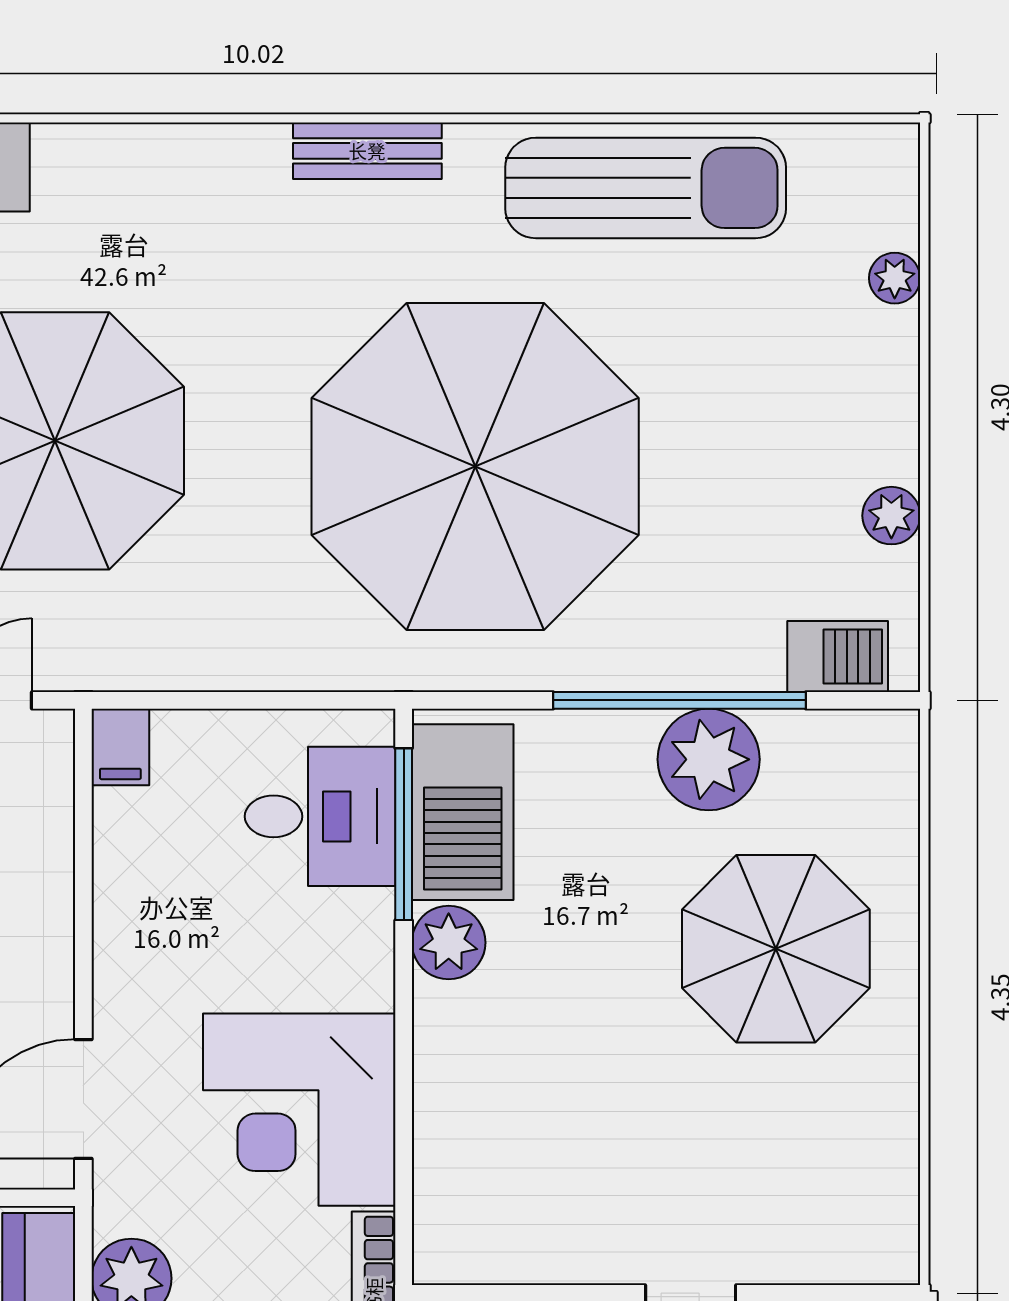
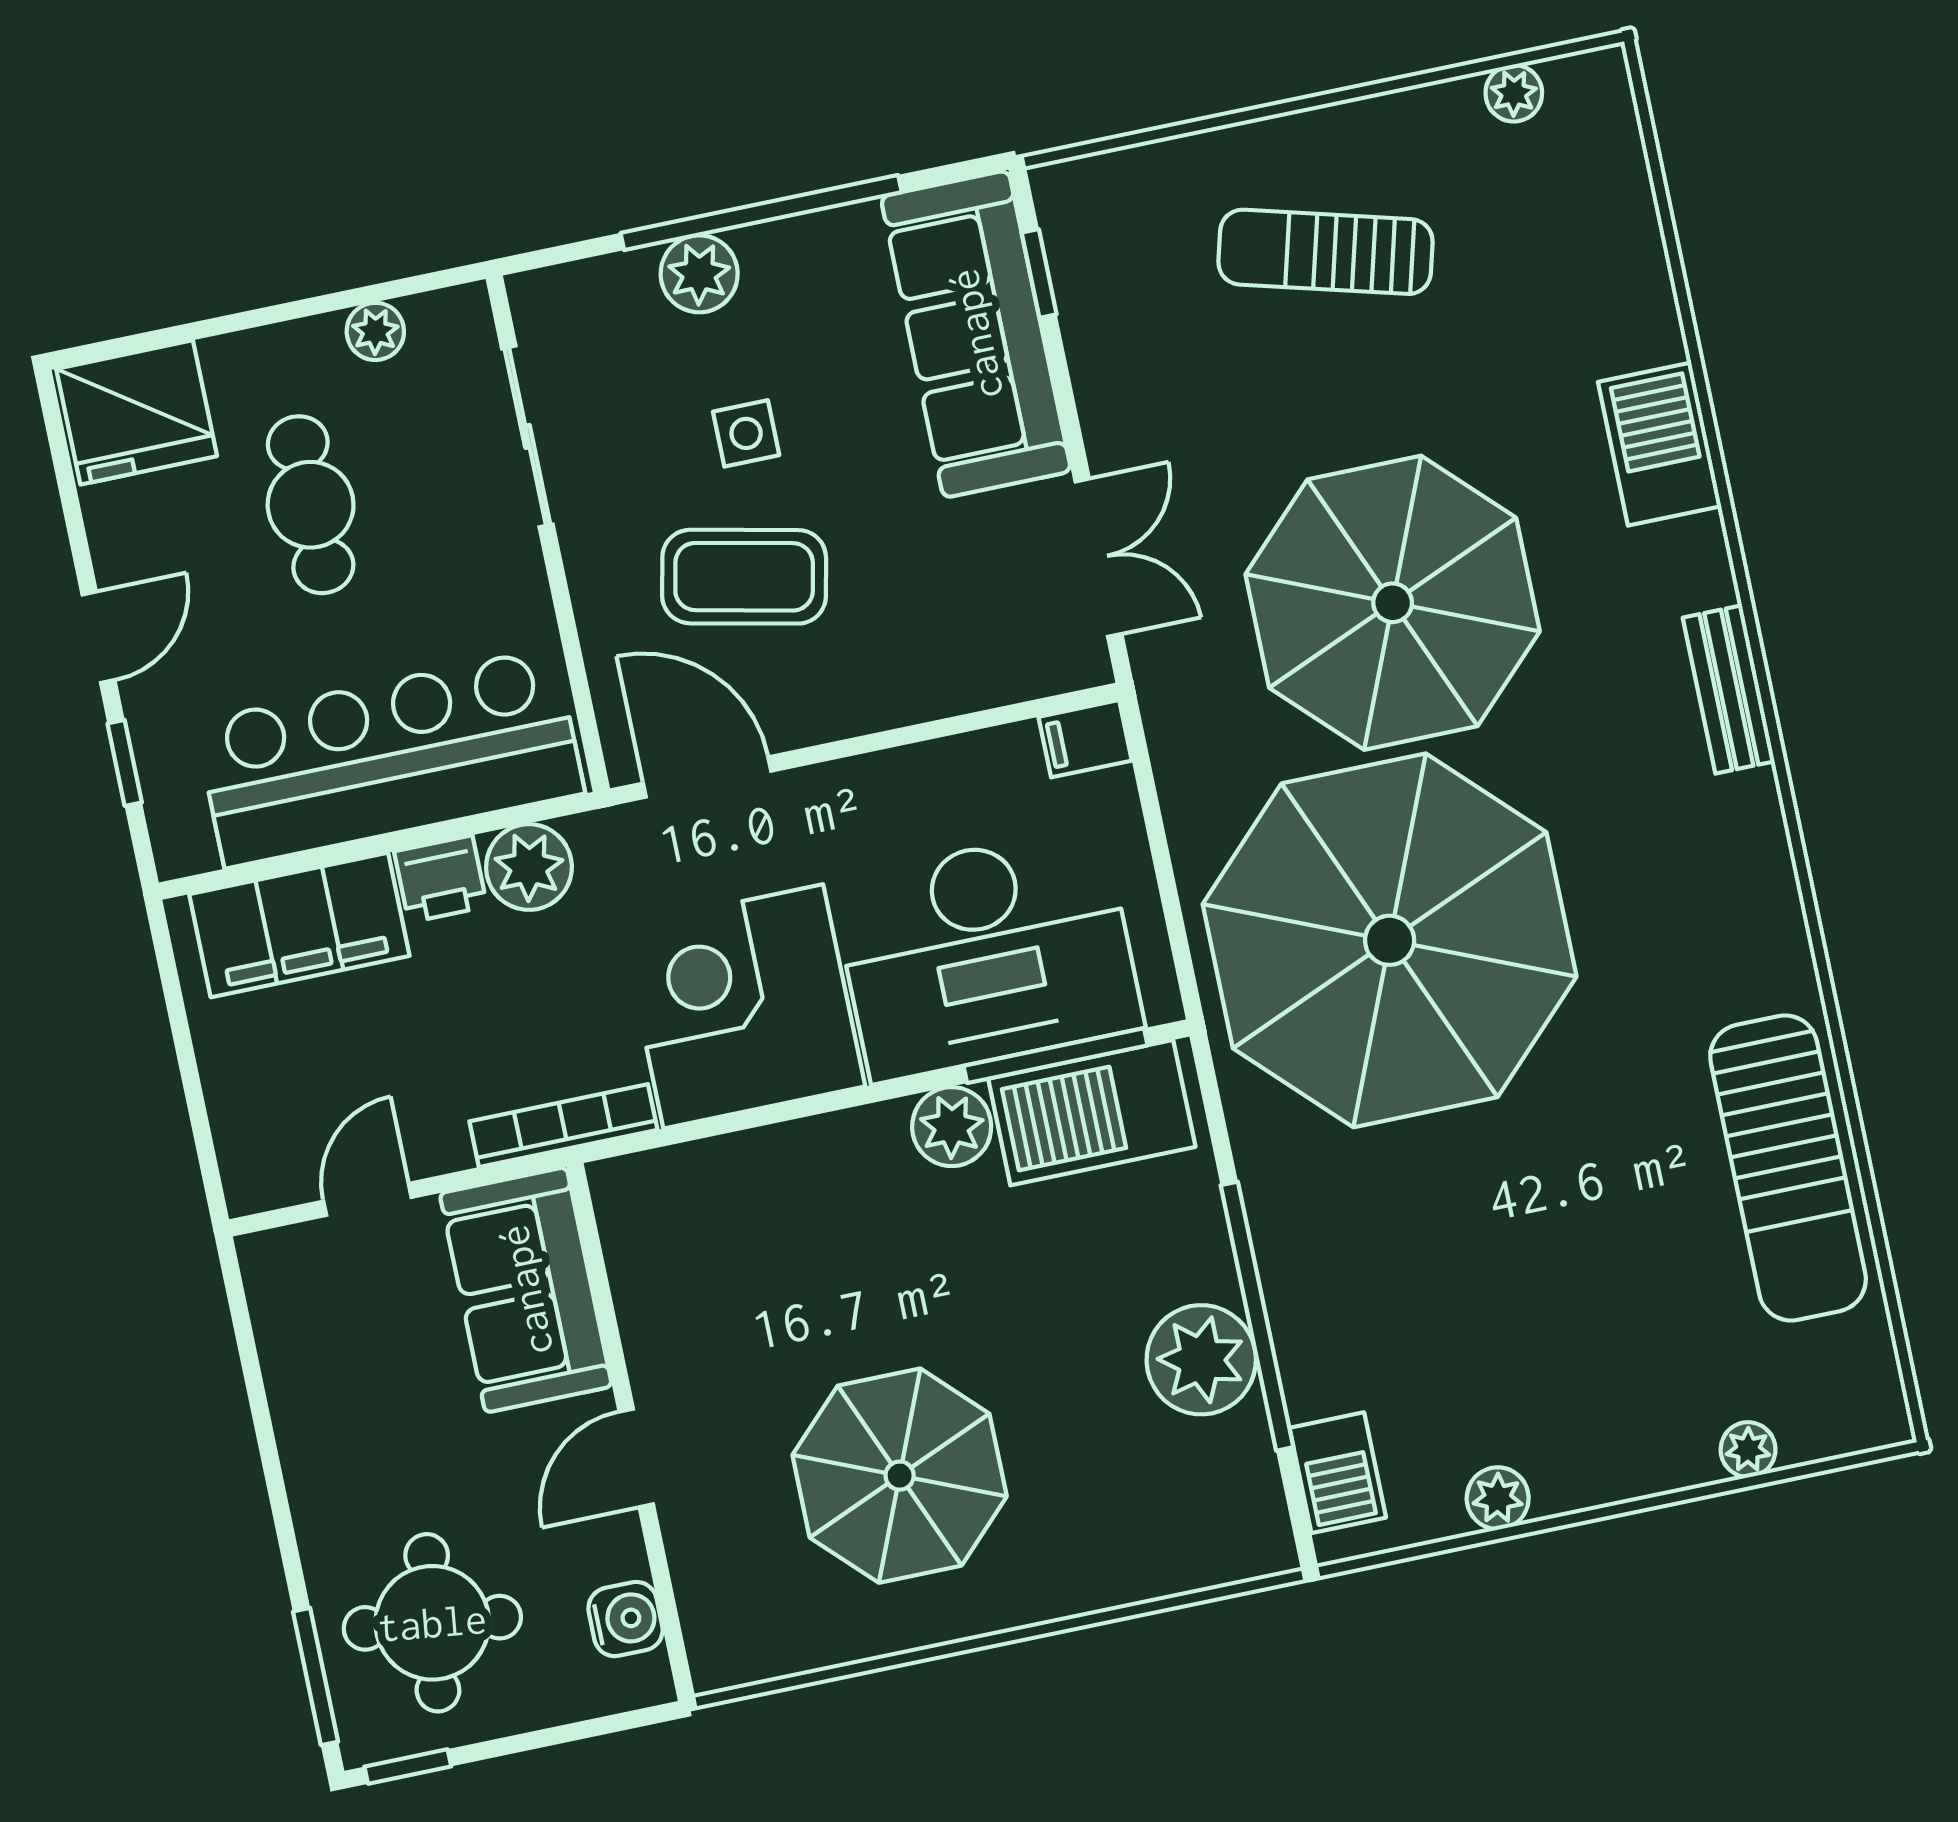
bench: (367, 151) -> (1729, 689), moved
parasol: (475, 466) -> (1390, 940), moved
desk: (320, 816) -> (987, 954), width x1.87, depth x1.30
parasol: (776, 949) -> (900, 1476), moved

